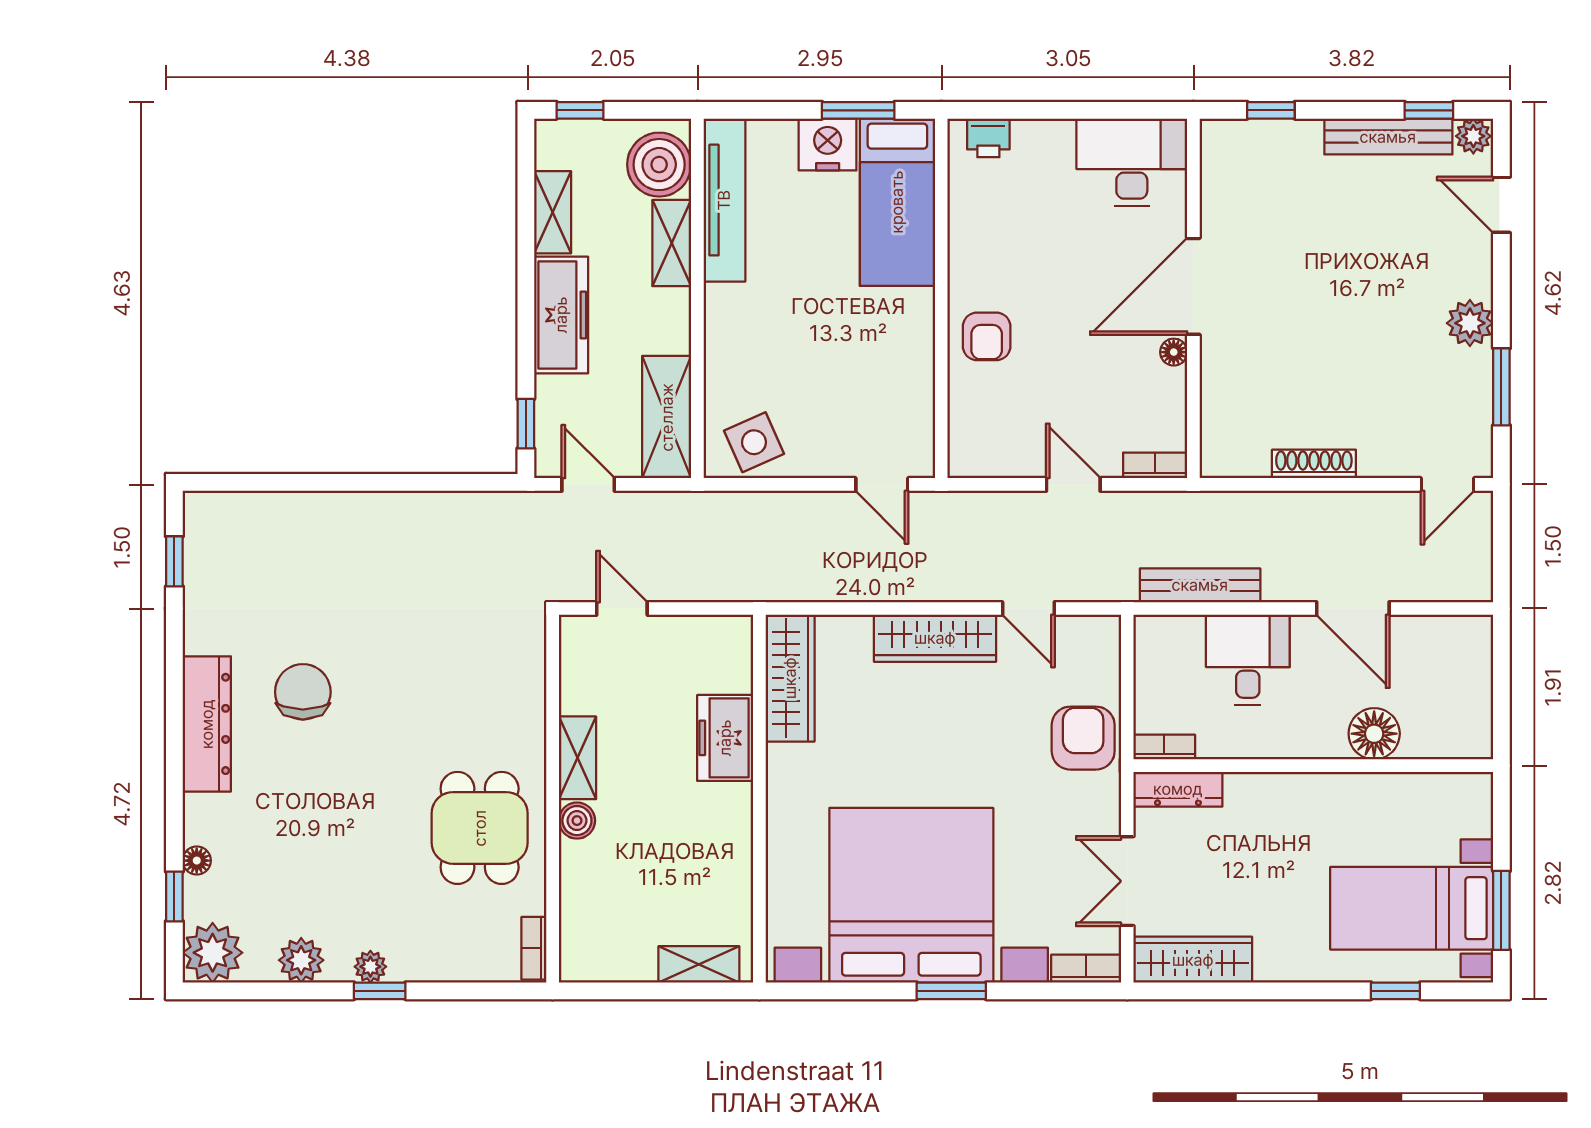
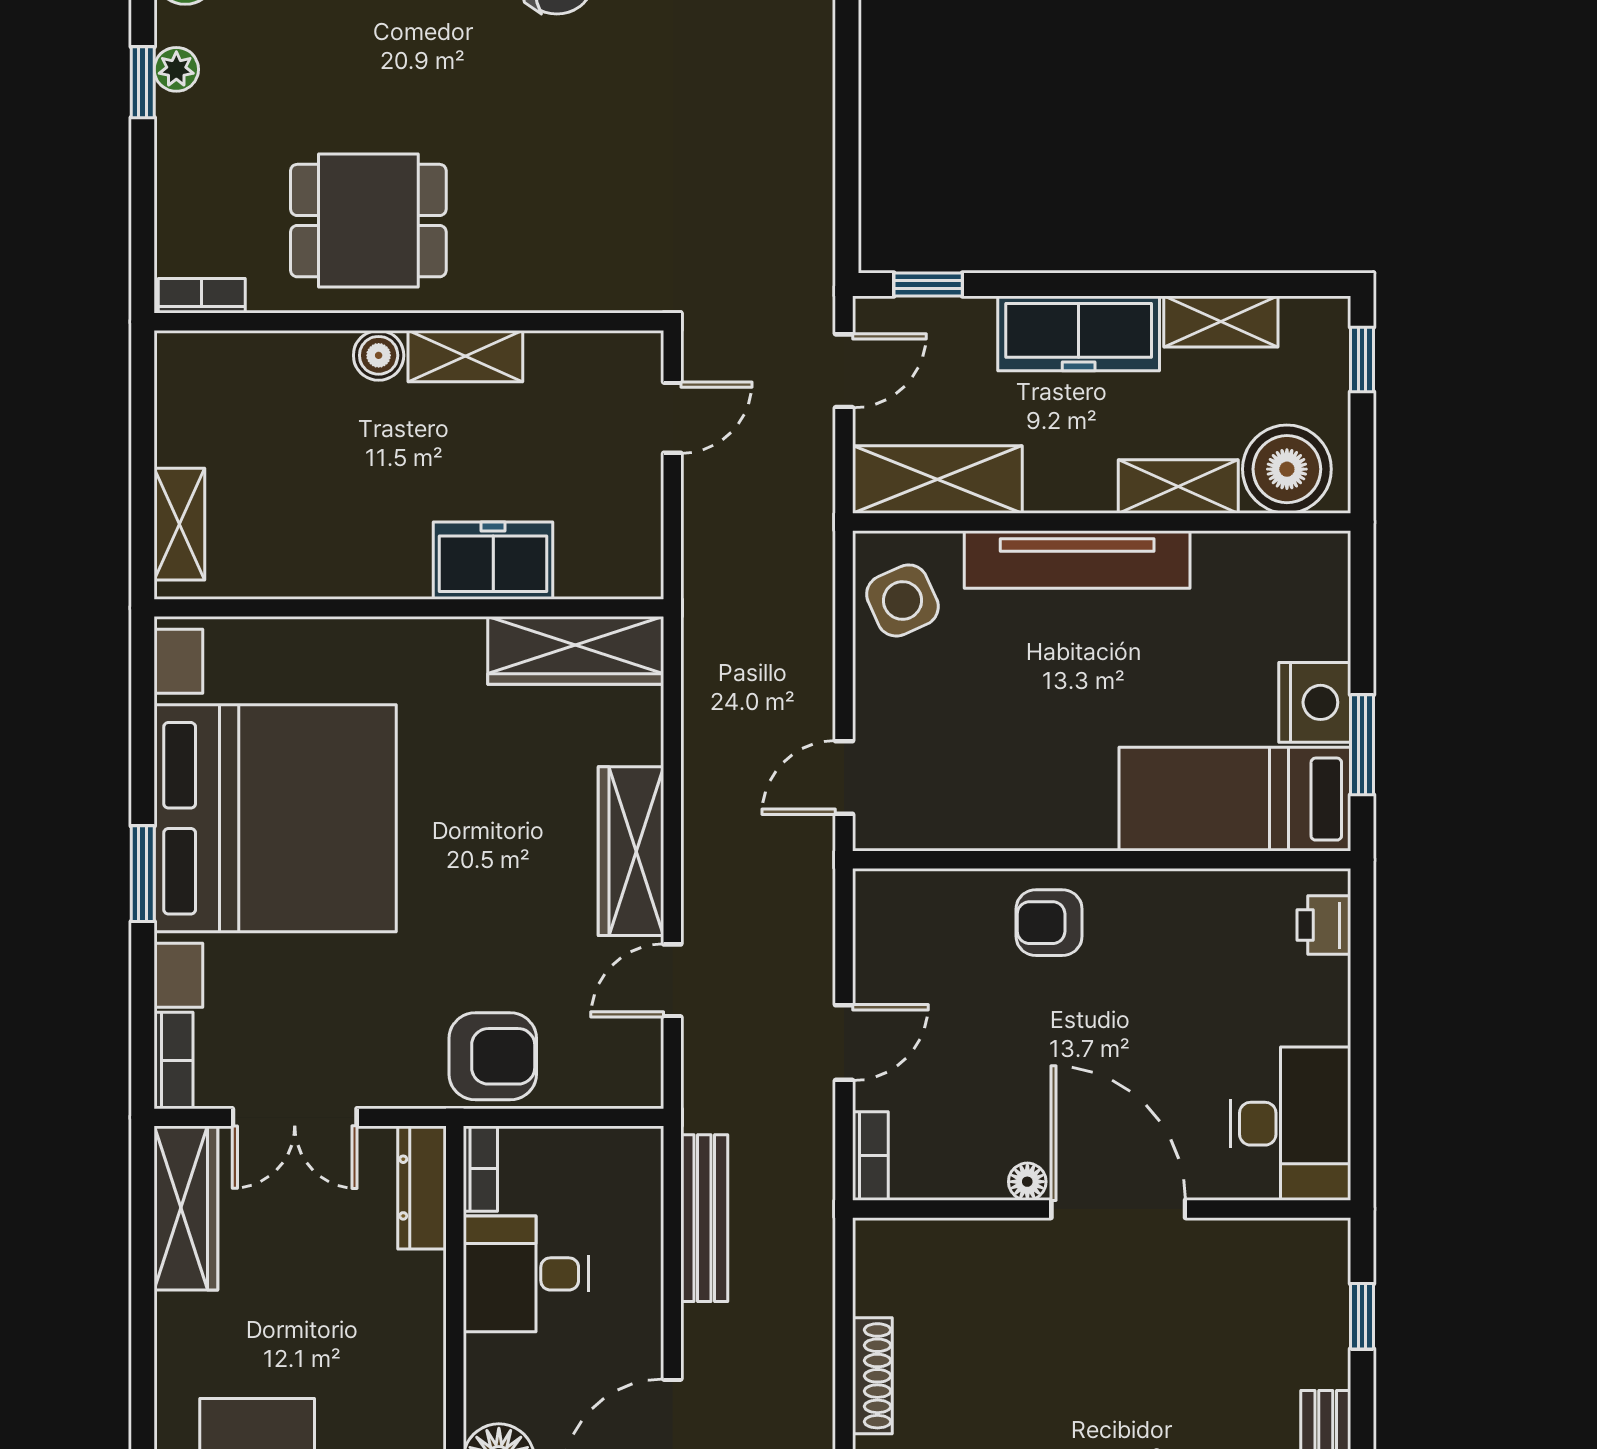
tv unit: (724, 200) -> (1077, 560), moved
desk: (1248, 660) -> (526, 1274), moved, turned 180
double door: (1127, 881) -> (295, 1117), swing flipped

